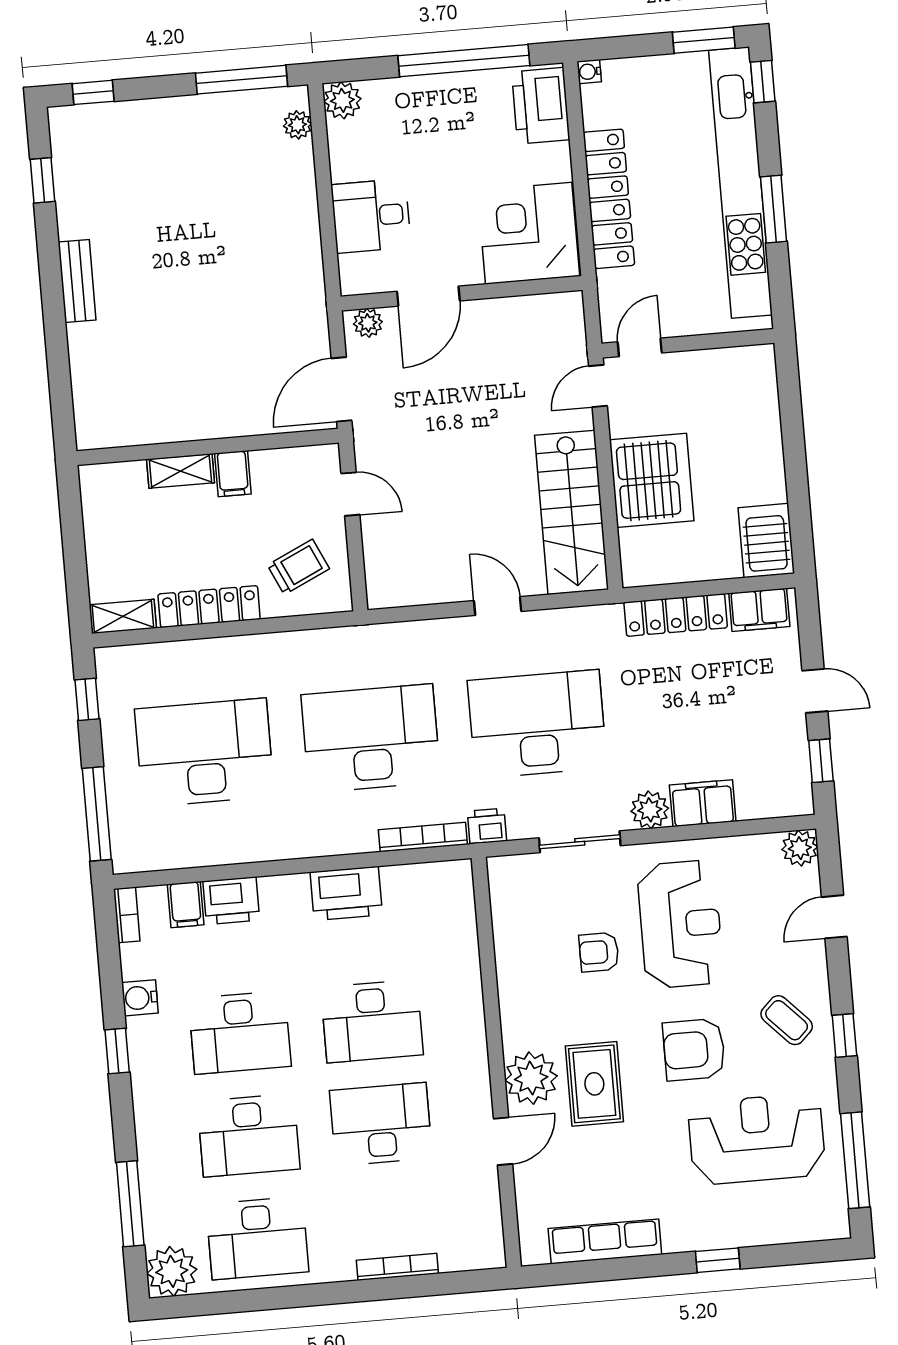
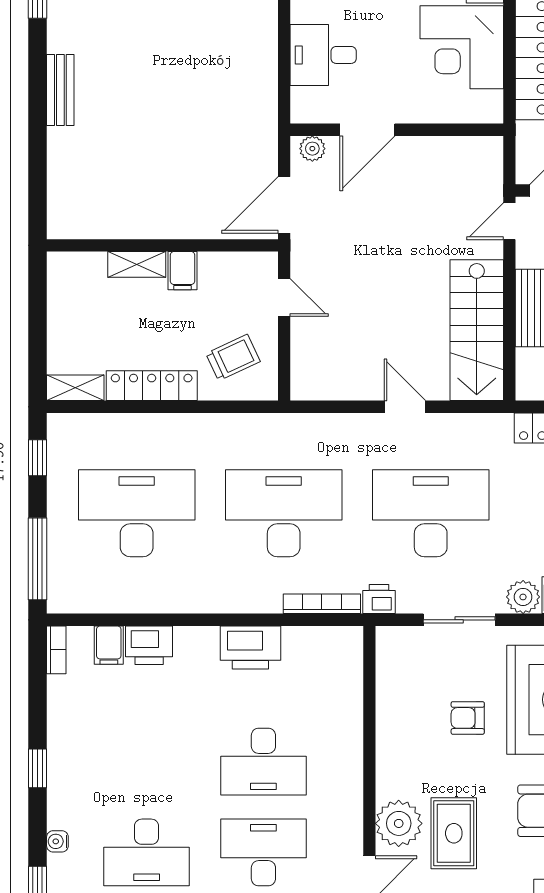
corner desk: (529, 233) -> (462, 47), moved, turned -90
water cooler: (140, 998) -> (57, 841), moved, width x0.72, depth x0.72
desk: (240, 1033) -> (147, 762), removed

